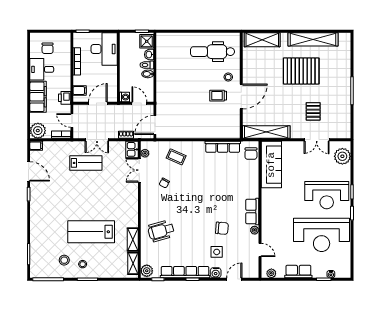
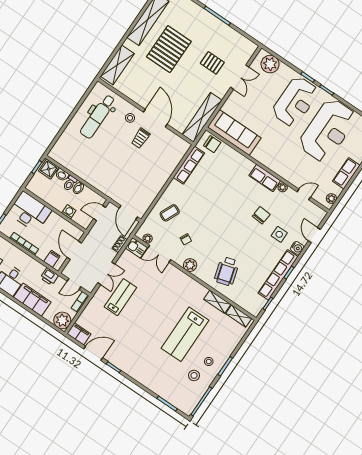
washing machine: (125, 97) -> (69, 212), moved
filing cabinet: (36, 146) -> (79, 334), width x2.00
plant: (147, 271) -> (190, 265), moved

